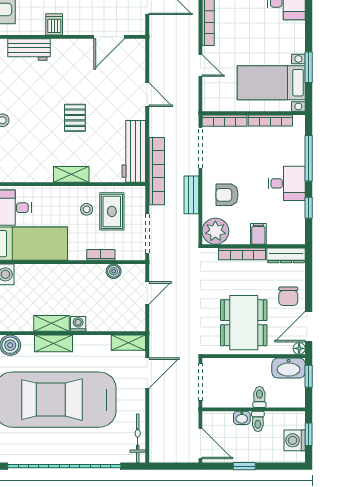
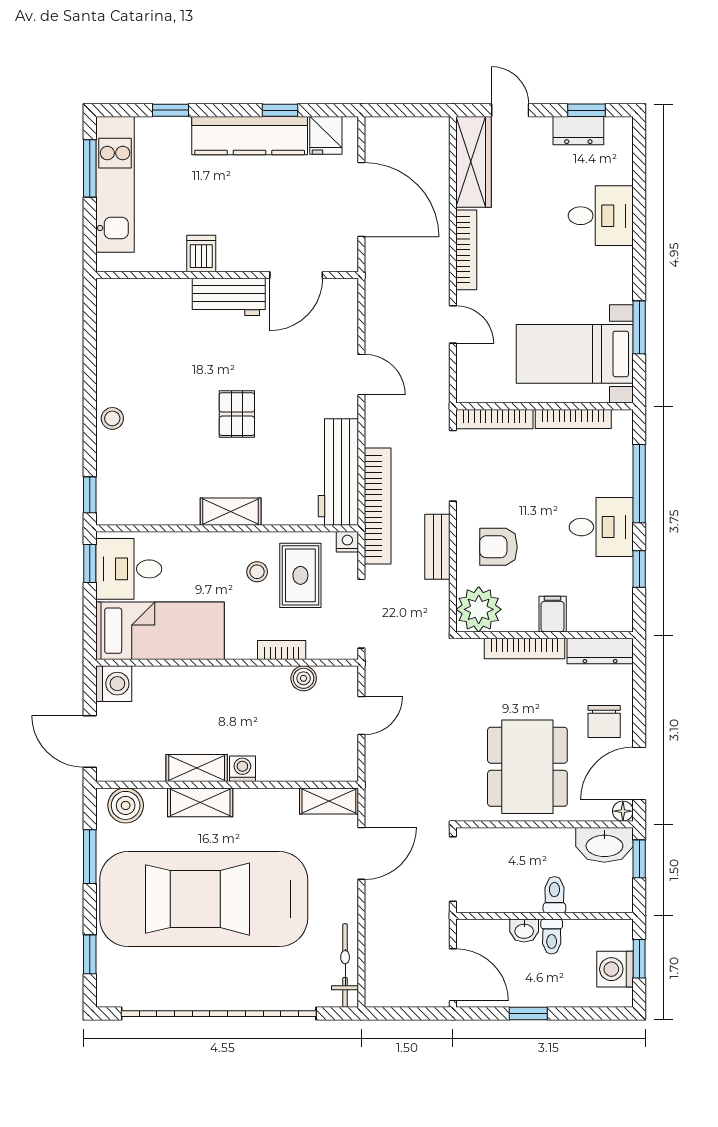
workbench: (29, 50) -> (229, 297), moved
nightstand: (139, 192) -> (347, 542), added

